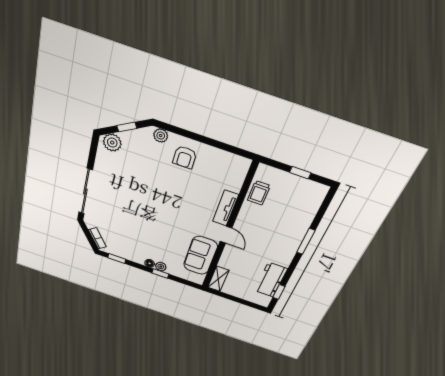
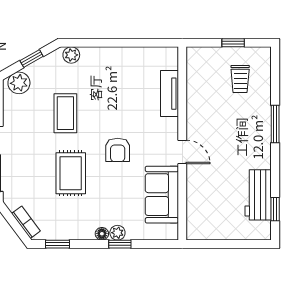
armchair: (185, 157) -> (118, 150), moved
coffee table: (144, 178) -> (65, 113), added
trolley: (259, 193) -> (240, 79), moved
tv unit: (225, 208) -> (169, 94), moved
rug: (137, 219) -> (71, 173), added
shelving: (218, 279) -> (195, 221), removed

